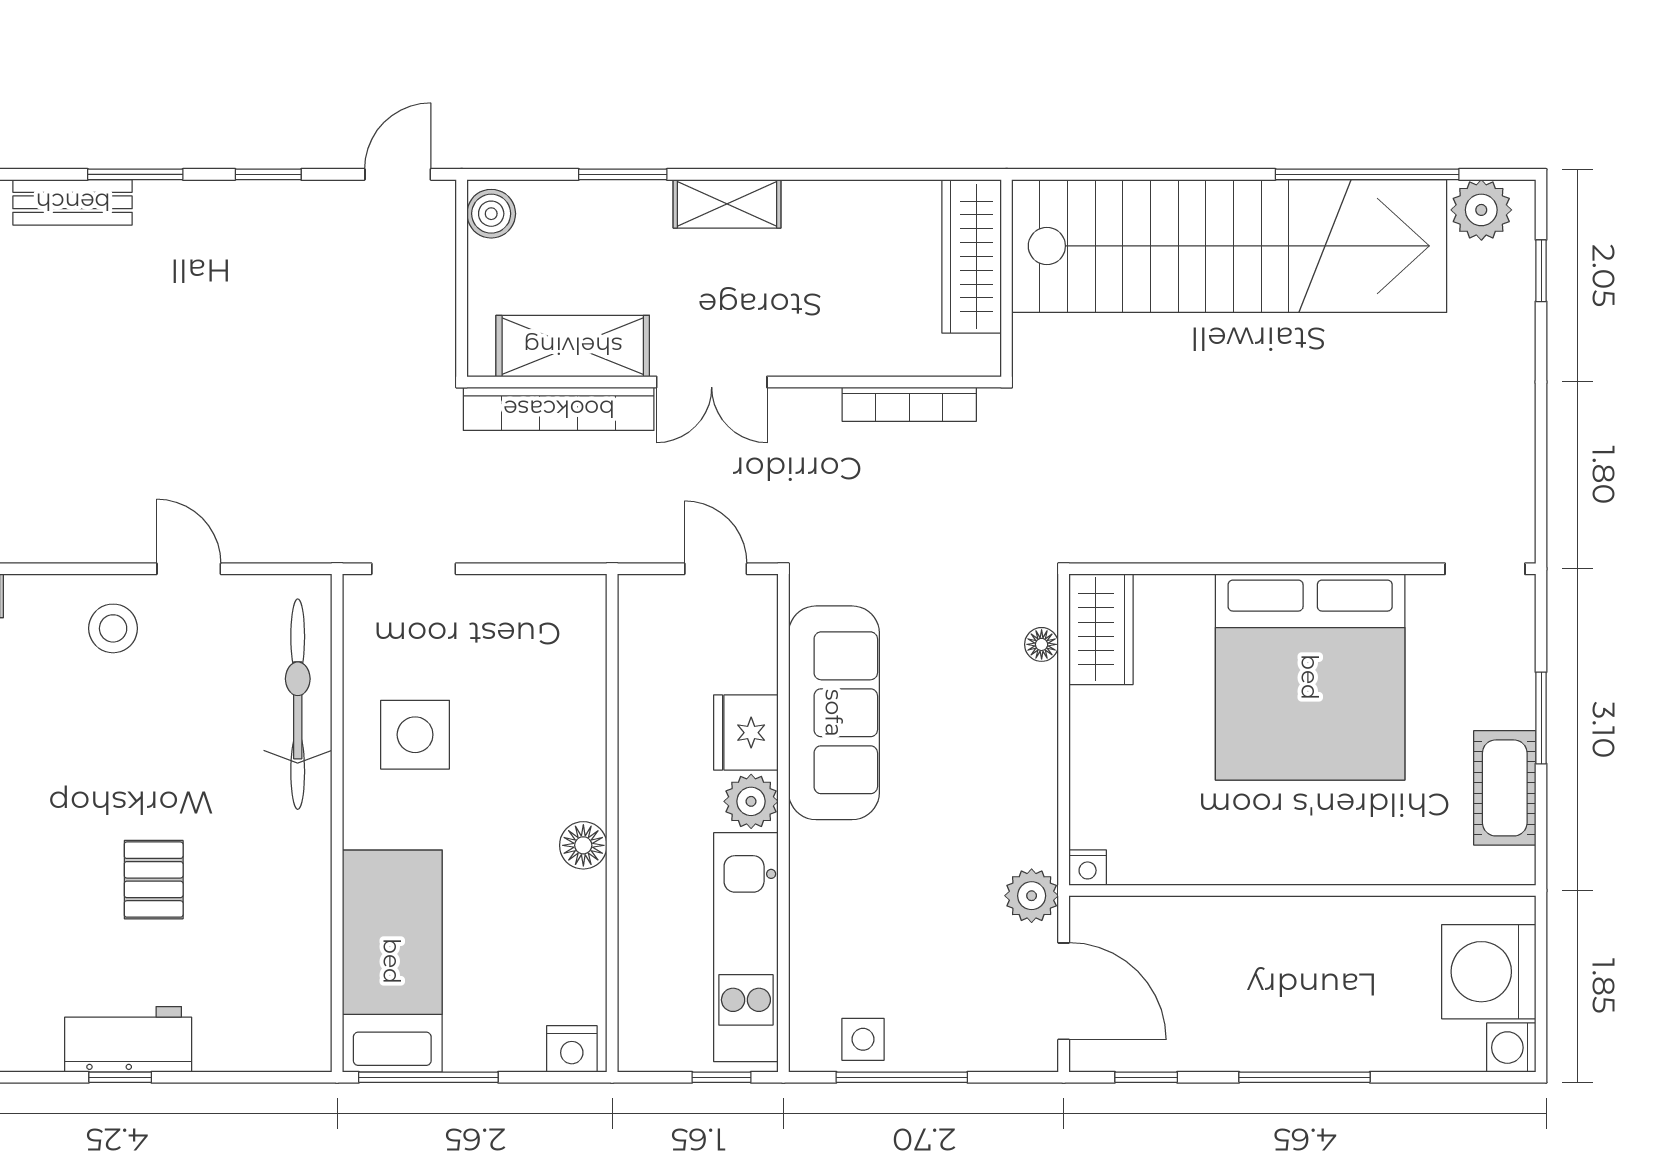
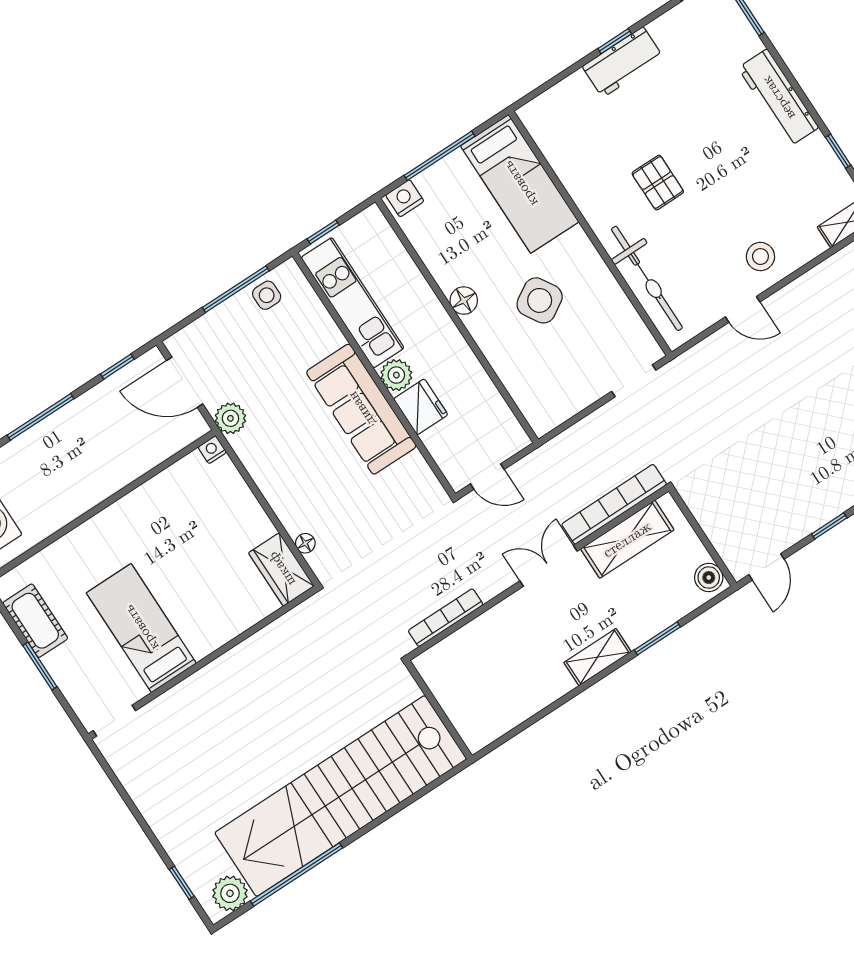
wardrobe: (972, 256) -> (462, 709), removed
bed: (1310, 677) -> (141, 628), width x0.49
sofa: (834, 713) -> (361, 409), moved
side table: (415, 735) -> (540, 300), moved, turned -31
pallet: (154, 880) -> (658, 183), moved
window: (428, 1077) -> (439, 156), moved

